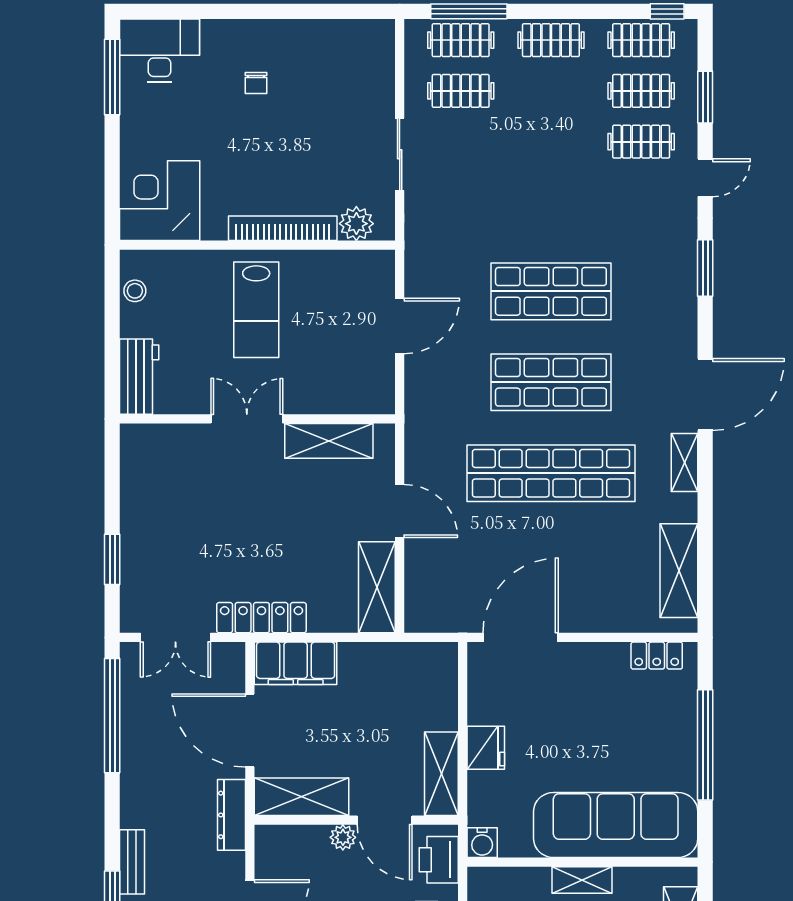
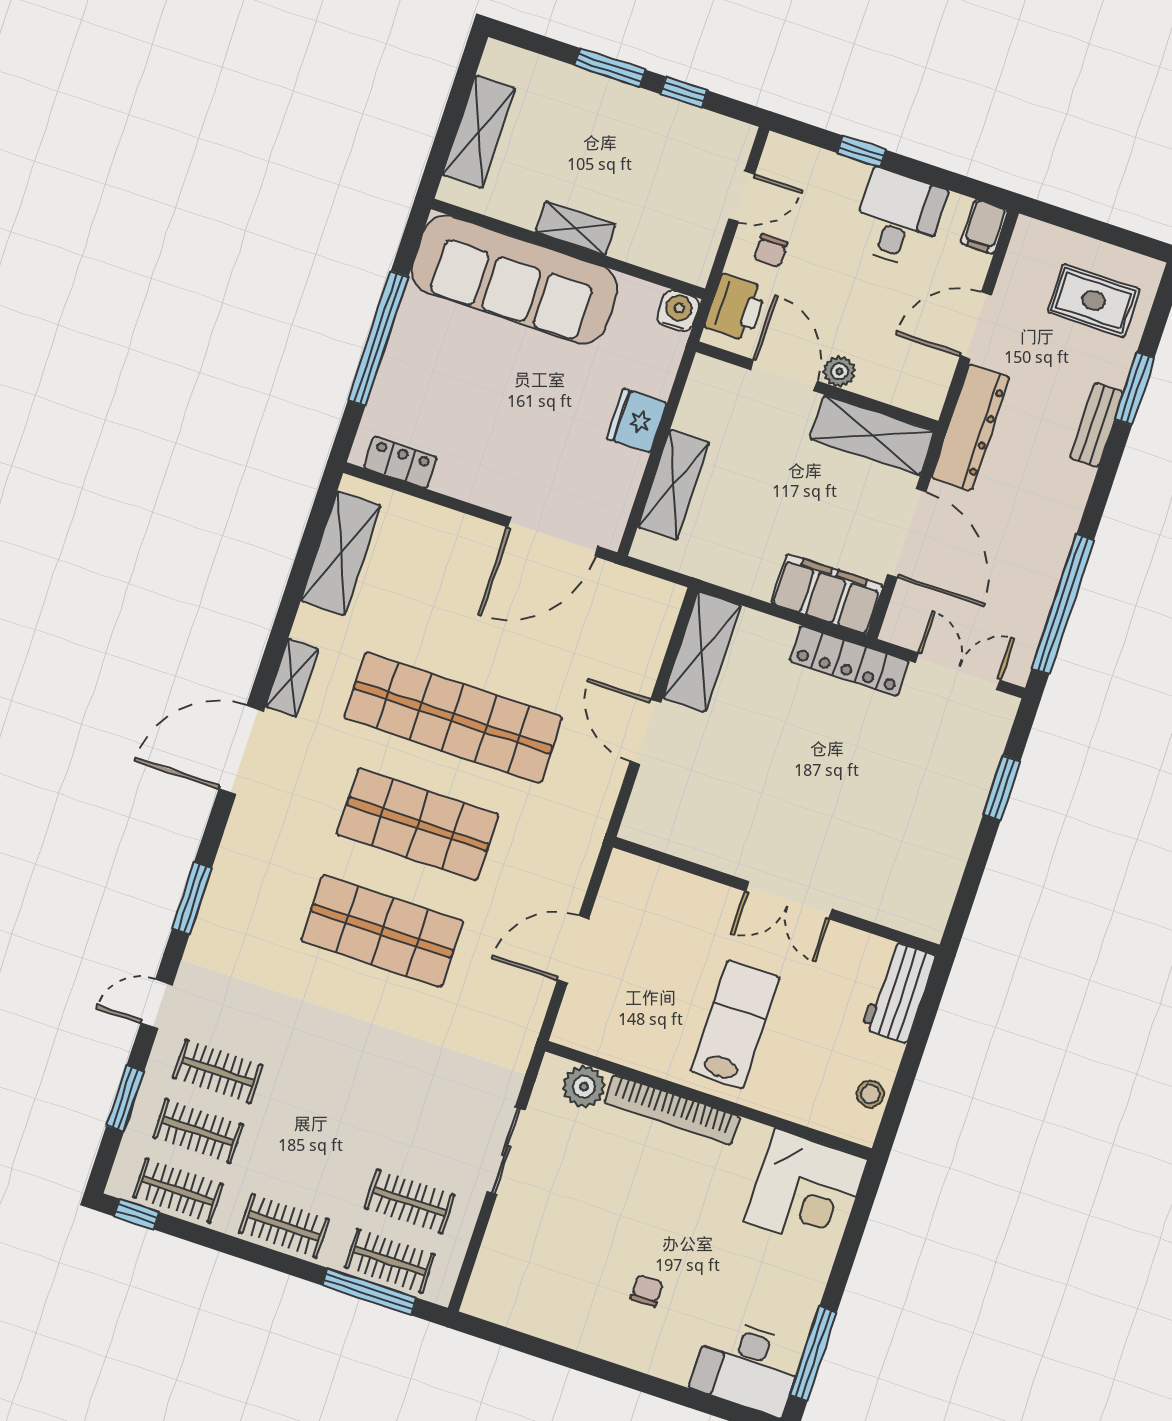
shelving: (329, 441) -> (701, 842), removed
shelving: (441, 774) -> (673, 485), moved
dresser: (232, 815) -> (970, 427), width x1.37, depth x1.24

